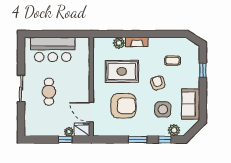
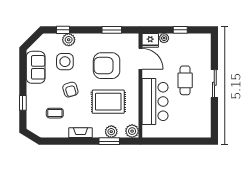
window: (121, 34) -> (109, 141), added
fireplace: (137, 42) -> (80, 133), moved
plant: (99, 44) -> (132, 131), added
bar counter: (53, 49) -> (155, 102), moved, turned 90
plant: (174, 130) -> (69, 40), moved
window: (65, 140) -> (180, 30), moved
window: (138, 140) -> (112, 30), moved

